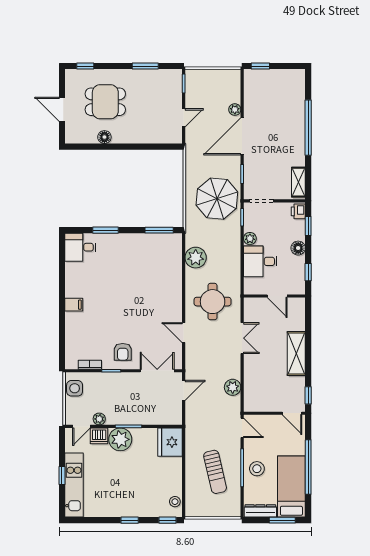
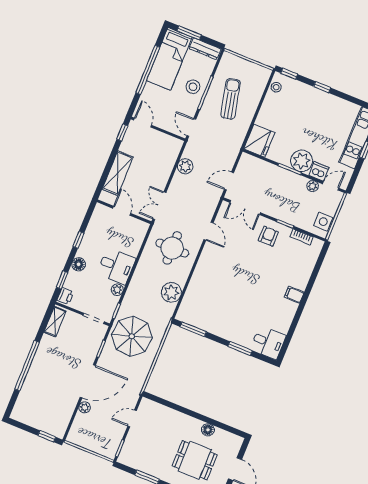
wall: (274, 296) -> (124, 212), moved
door: (277, 296) -> (122, 211), moved

